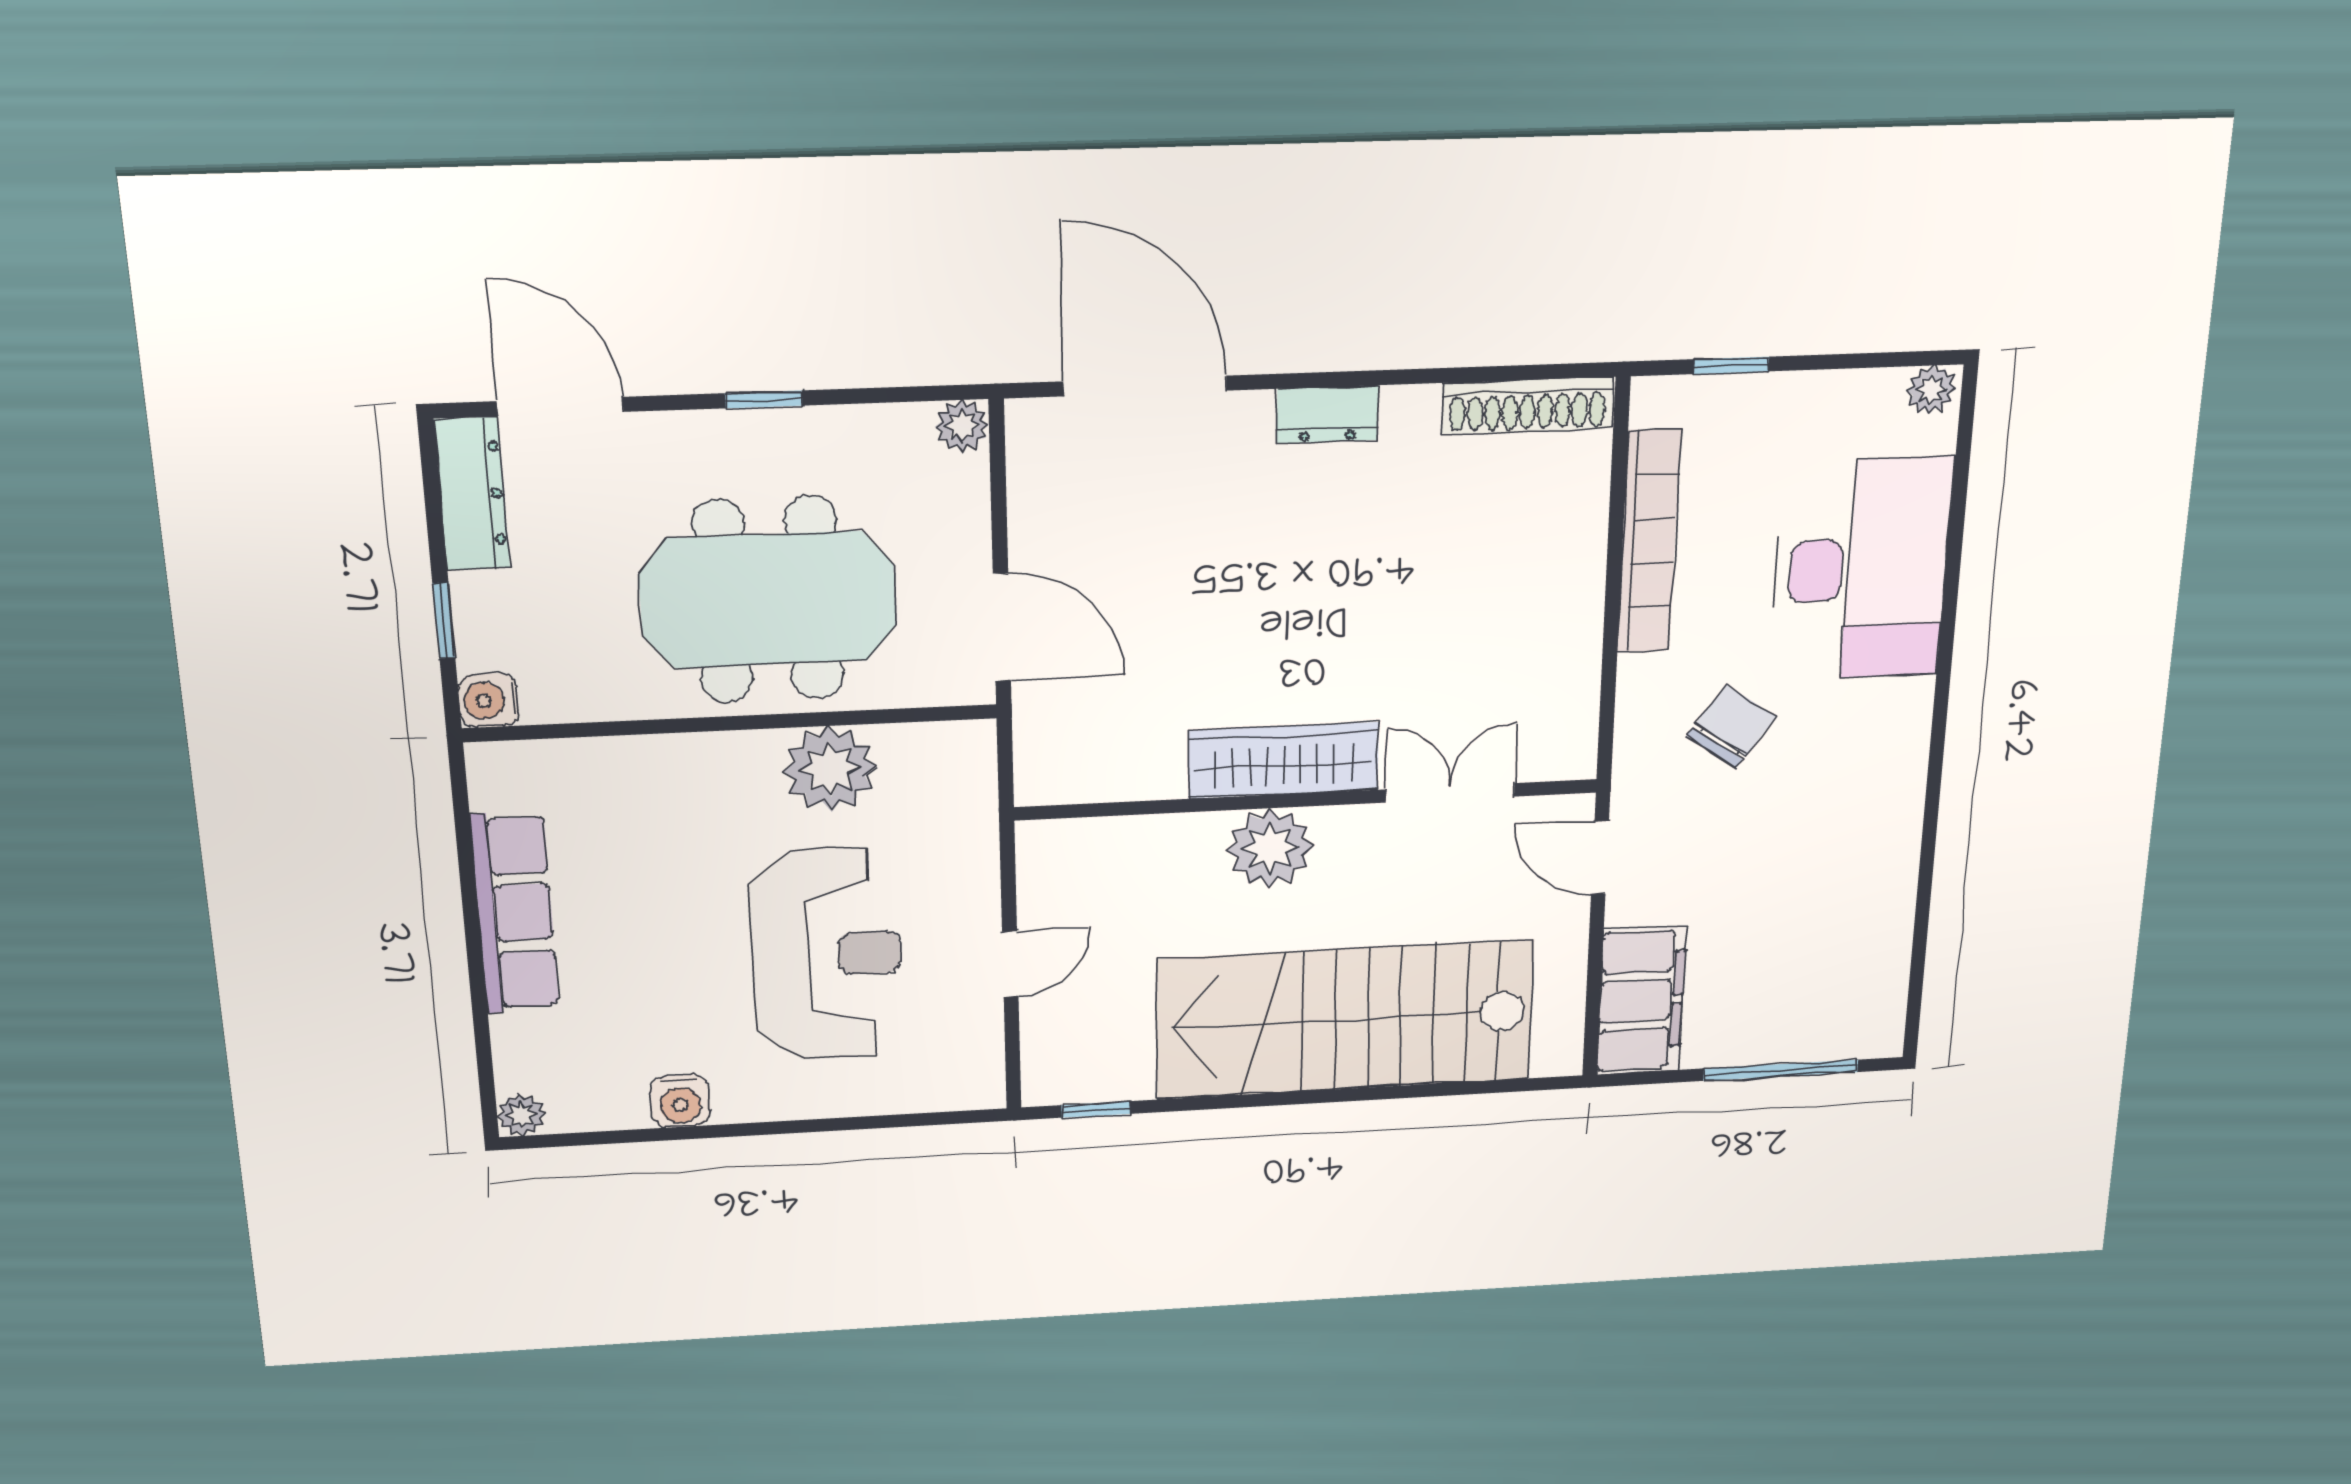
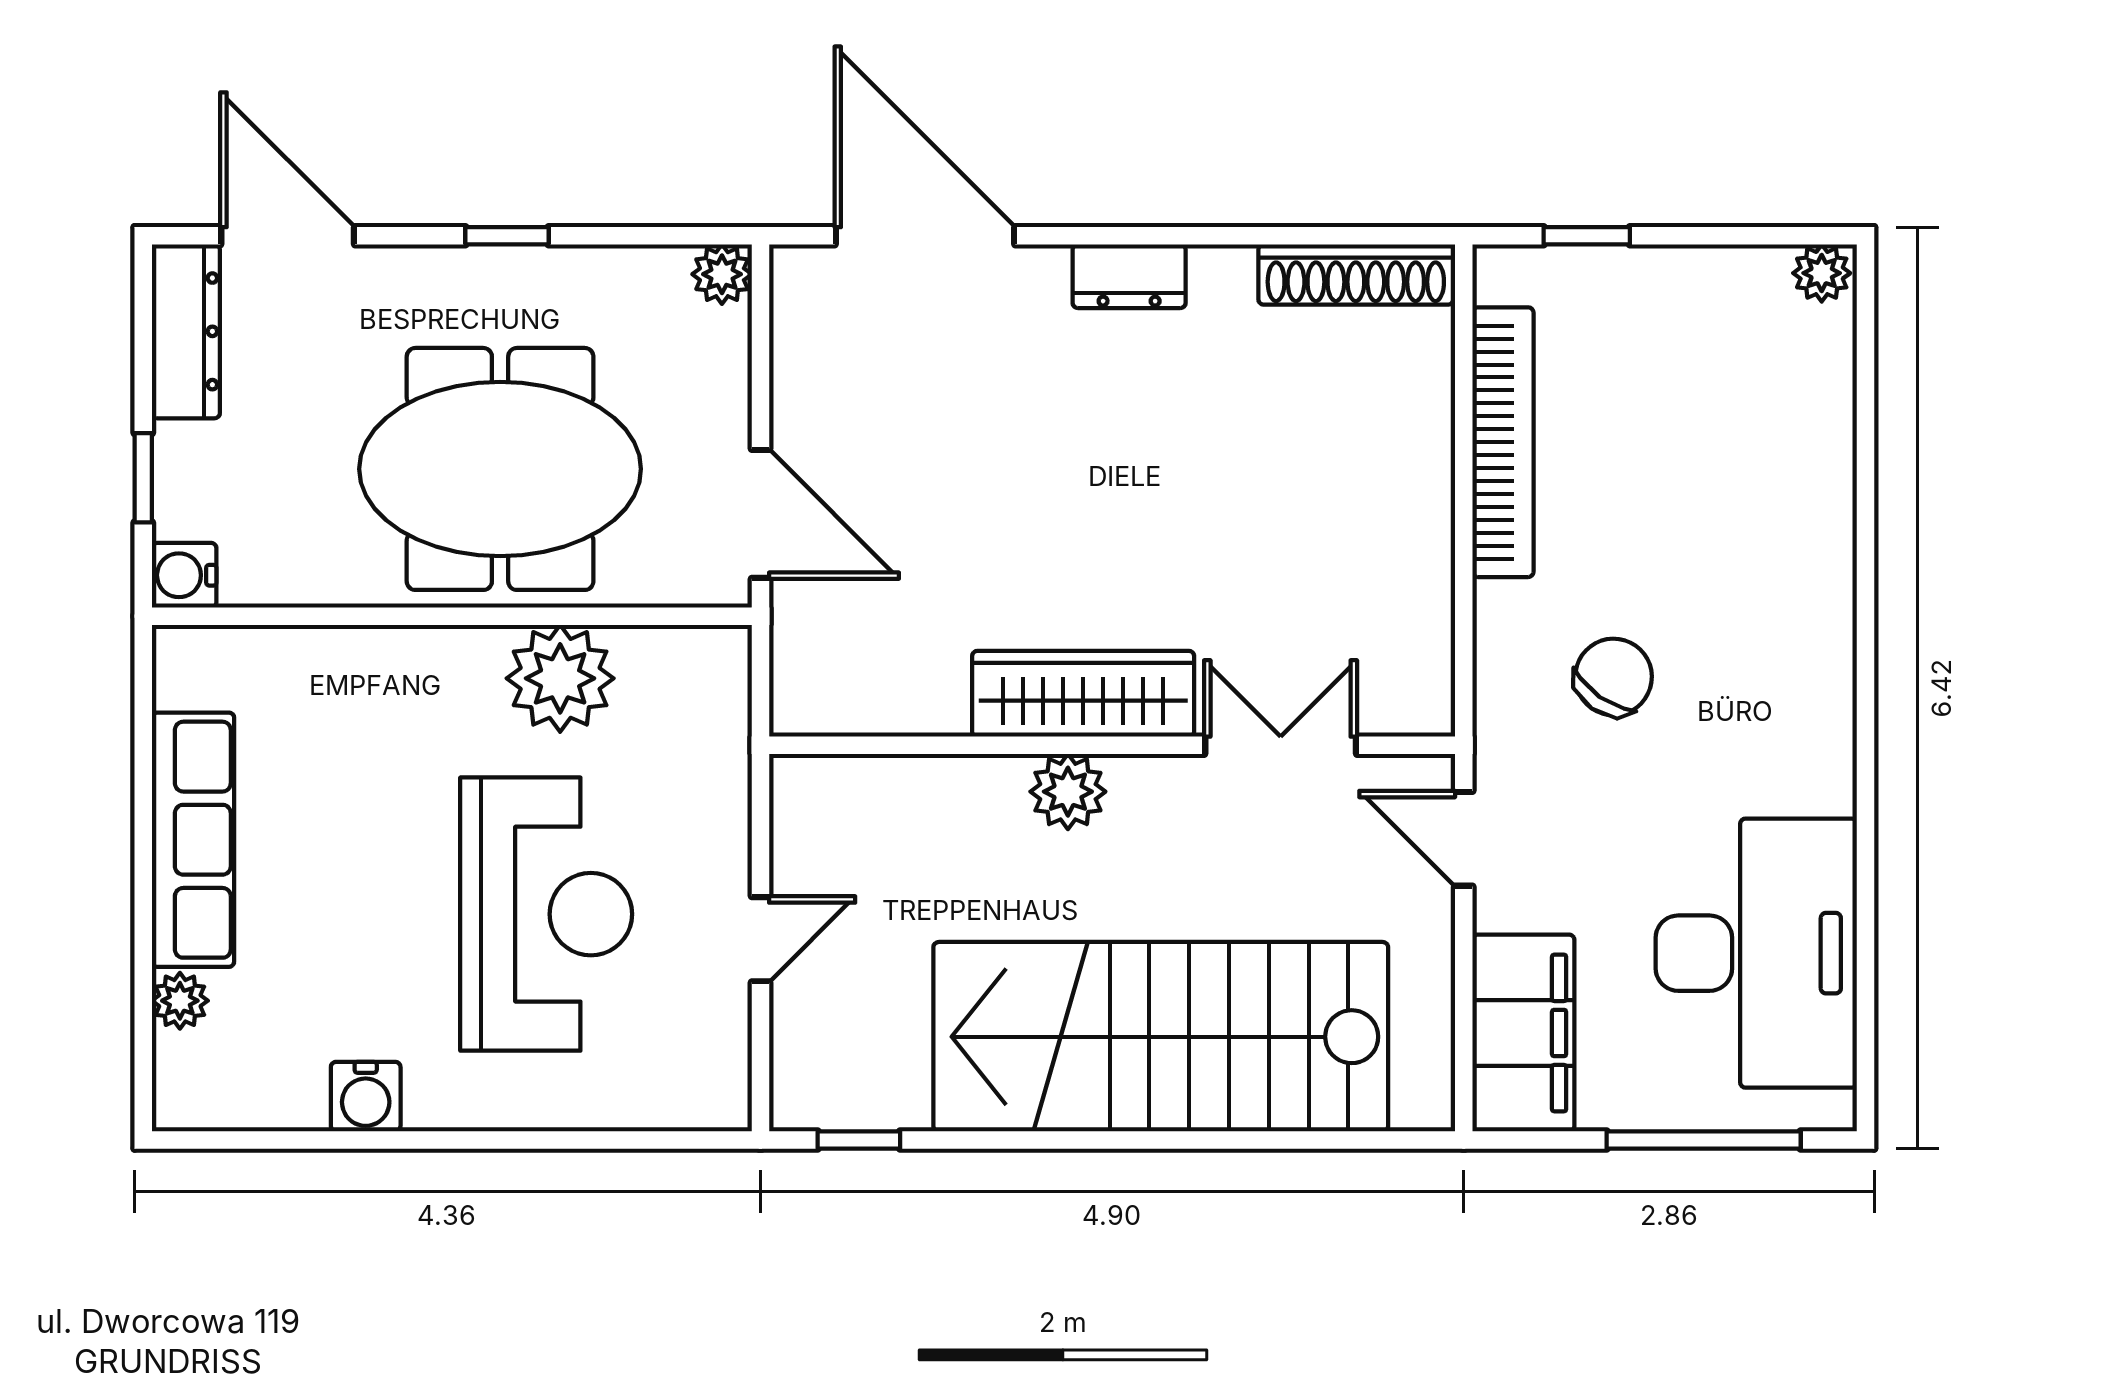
desk: (1861, 569) -> (1756, 953), moved
plant: (1270, 848) -> (1068, 792), width x0.73, depth x0.73
plant: (521, 1115) -> (180, 1001), moved

